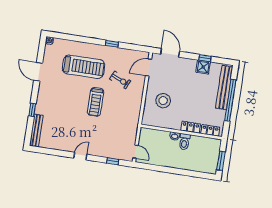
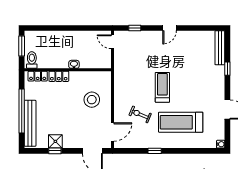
toilet: (184, 142) -> (32, 60), moved

